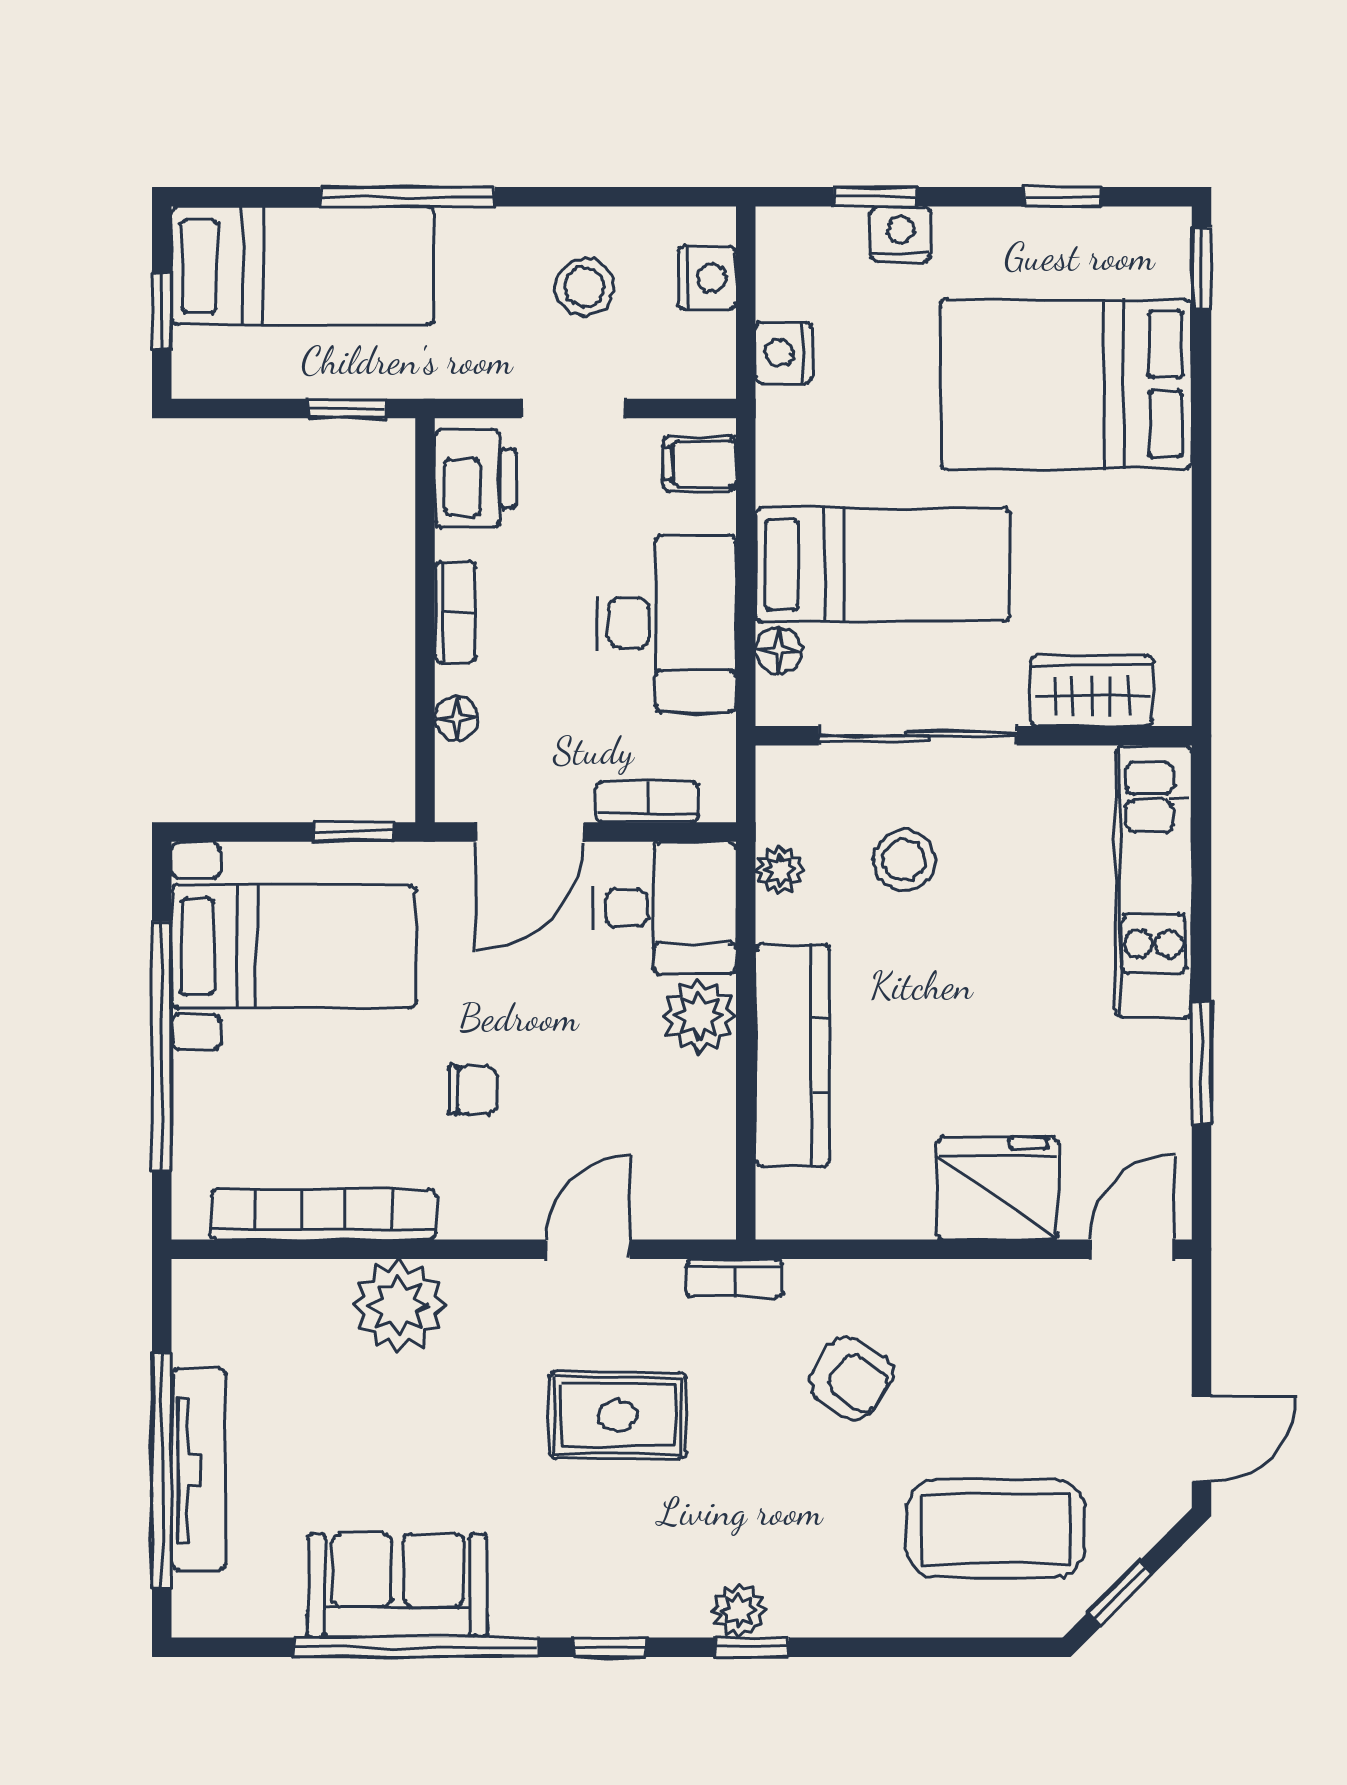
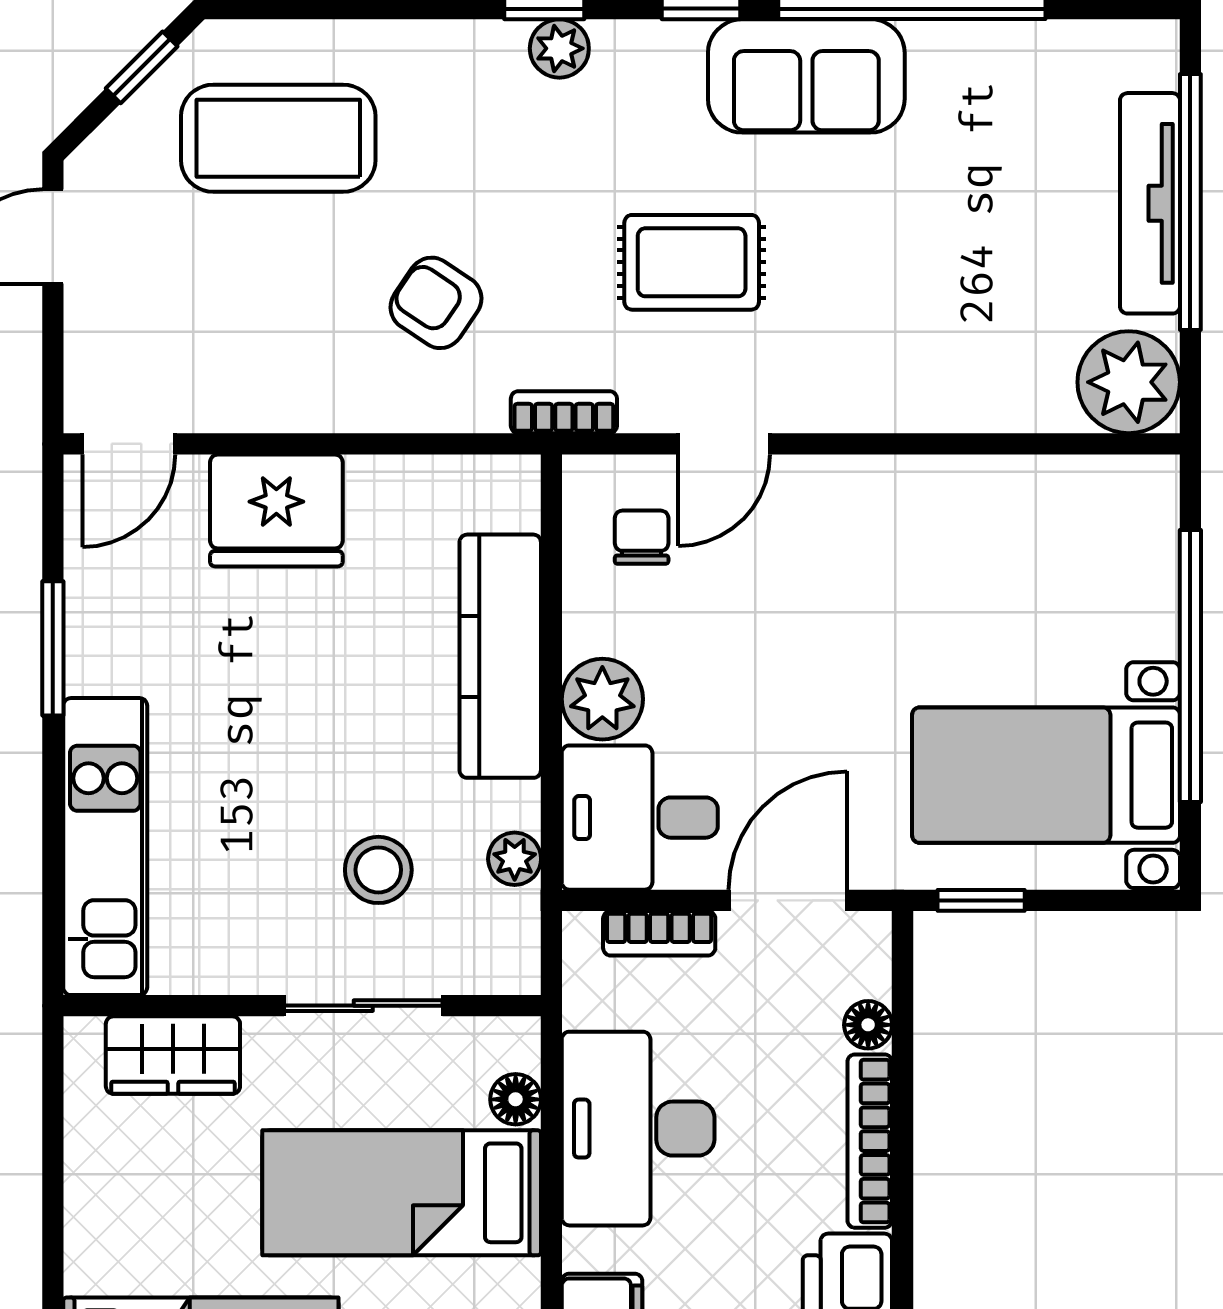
bookcase: (455, 612) -> (870, 1141), width x1.56
sliding door: (918, 736) -> (363, 1006), width x0.73
chair: (473, 1090) -> (642, 537), moved, turned 90
bookcase: (323, 1214) -> (1014, 482), removed
plant: (399, 1306) -> (1129, 382), moved
sofa: (397, 1586) -> (806, 76), moved

